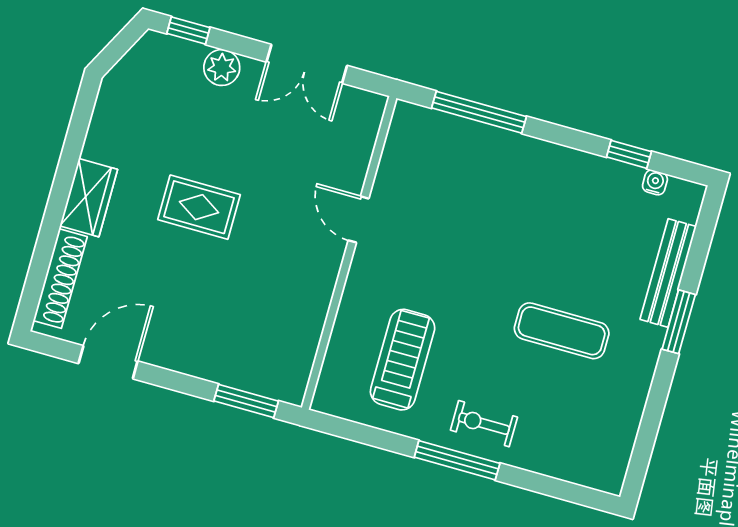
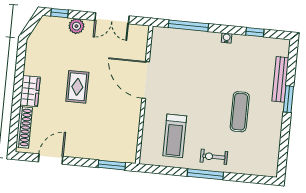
water cooler: (655, 182) -> (227, 38), moved
rug: (199, 207) -> (77, 87), turned 90
door: (359, 219) -> (146, 80), width x1.88
exercise mat: (562, 331) -> (240, 112), turned 90
treadmill: (403, 360) -> (175, 136), turned 180

